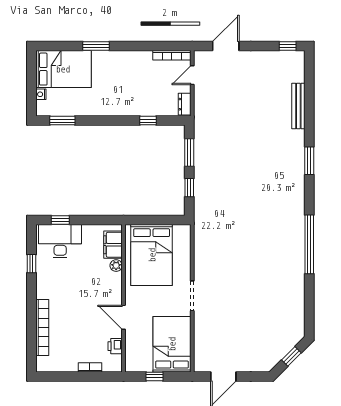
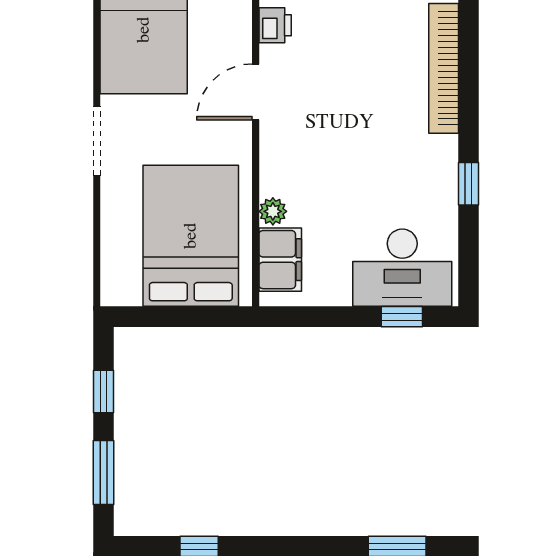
window: (31, 264) -> (468, 184), moved
door: (124, 317) -> (256, 92), swing flipped

